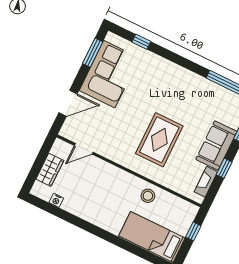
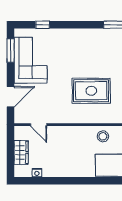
rug: (159, 140) -> (91, 91), turned 90
door: (84, 149) -> (39, 125), hinge flipped

